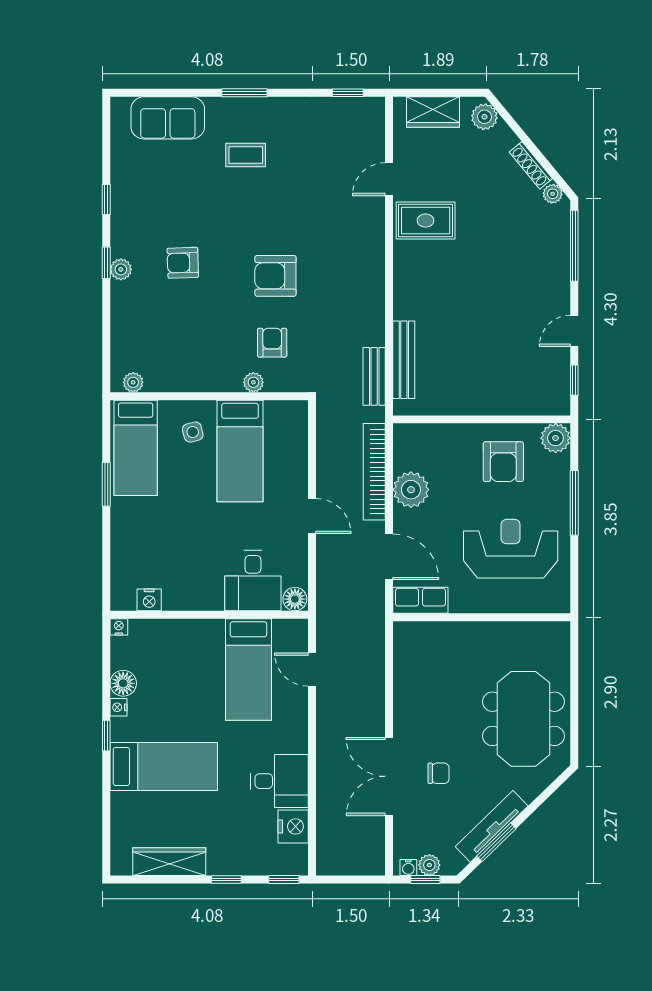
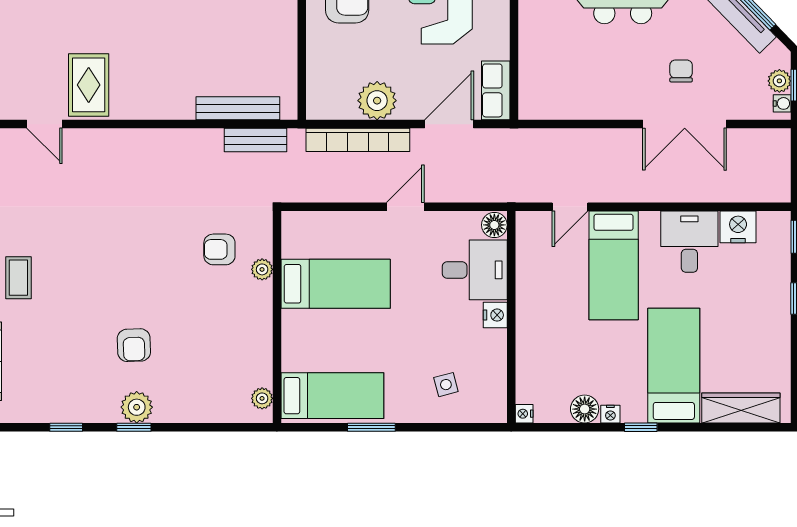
plant: (121, 269) -> (137, 407), width x1.38, depth x1.38
armchair: (275, 276) -> (148, 246), removed
side table: (193, 432) -> (446, 385), moved
nightstand: (149, 600) -> (495, 315), moved
bed: (248, 669) -> (614, 265), moved, turned 90
wardrobe: (169, 862) -> (741, 408), moved, turned 90

